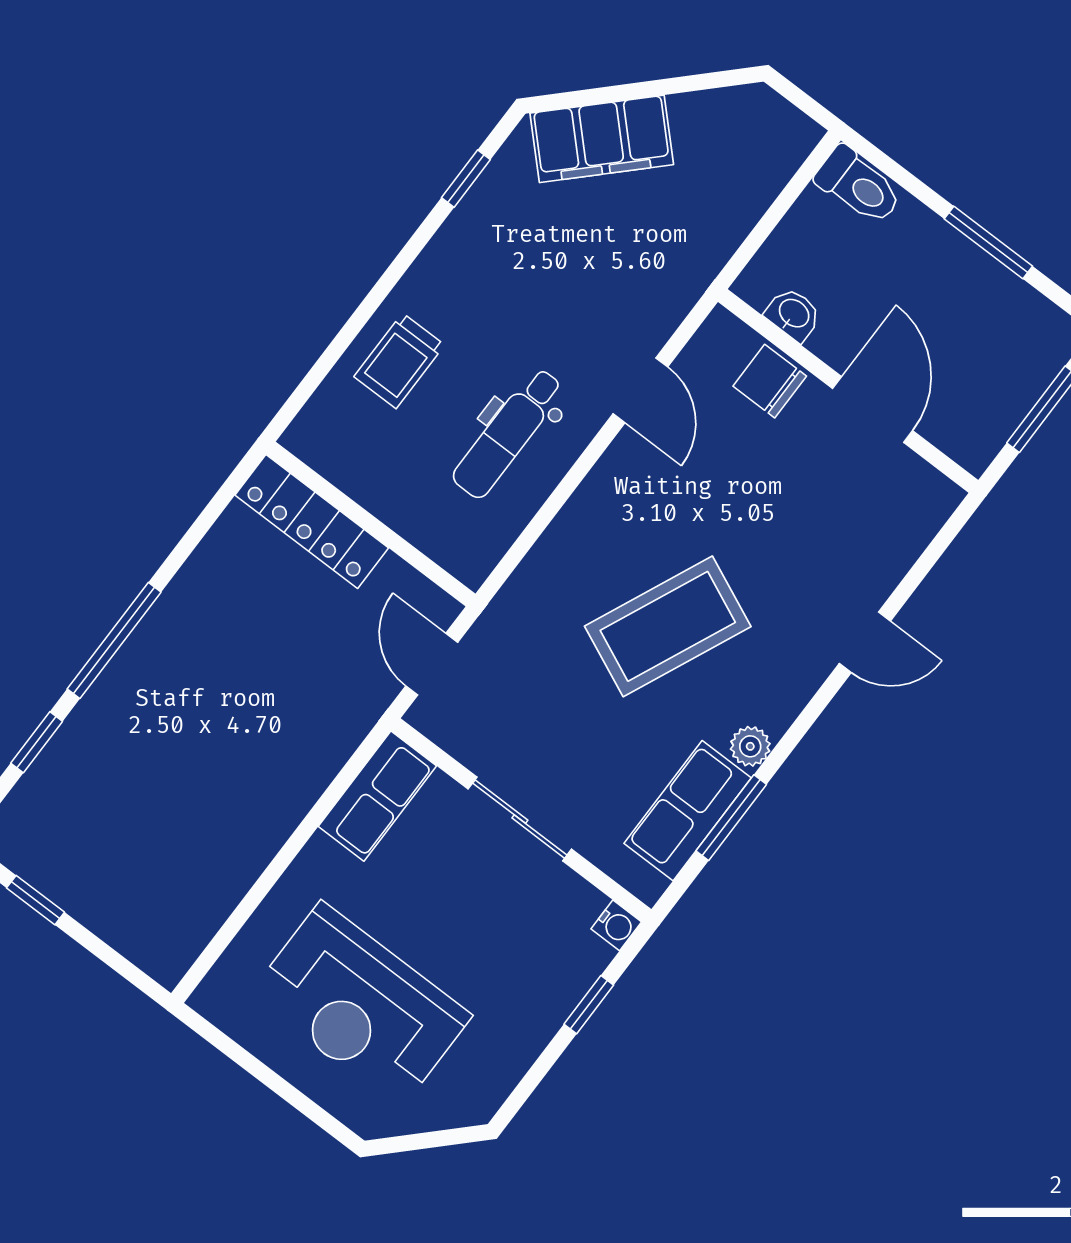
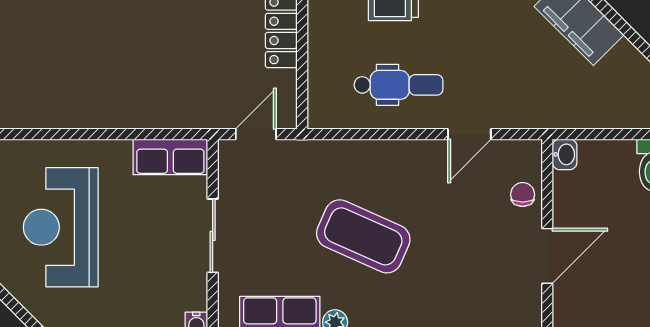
washbasin: (793, 314) -> (565, 154), moved
chair: (770, 381) -> (523, 195), width x0.73, depth x0.73
dental chair: (508, 433) -> (399, 85), turned 180

